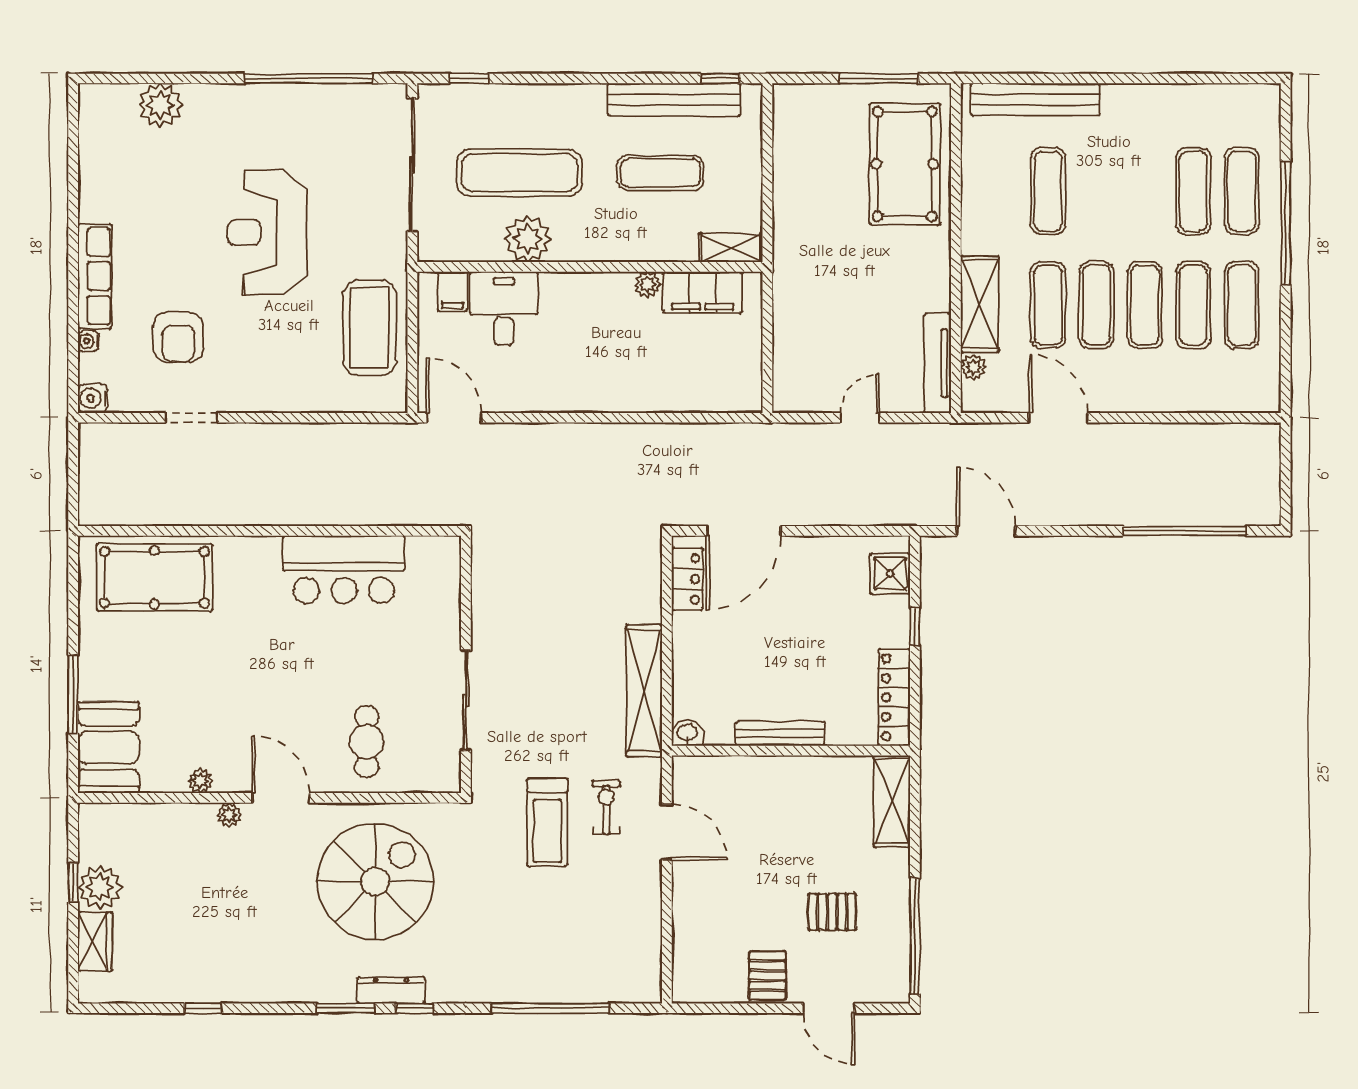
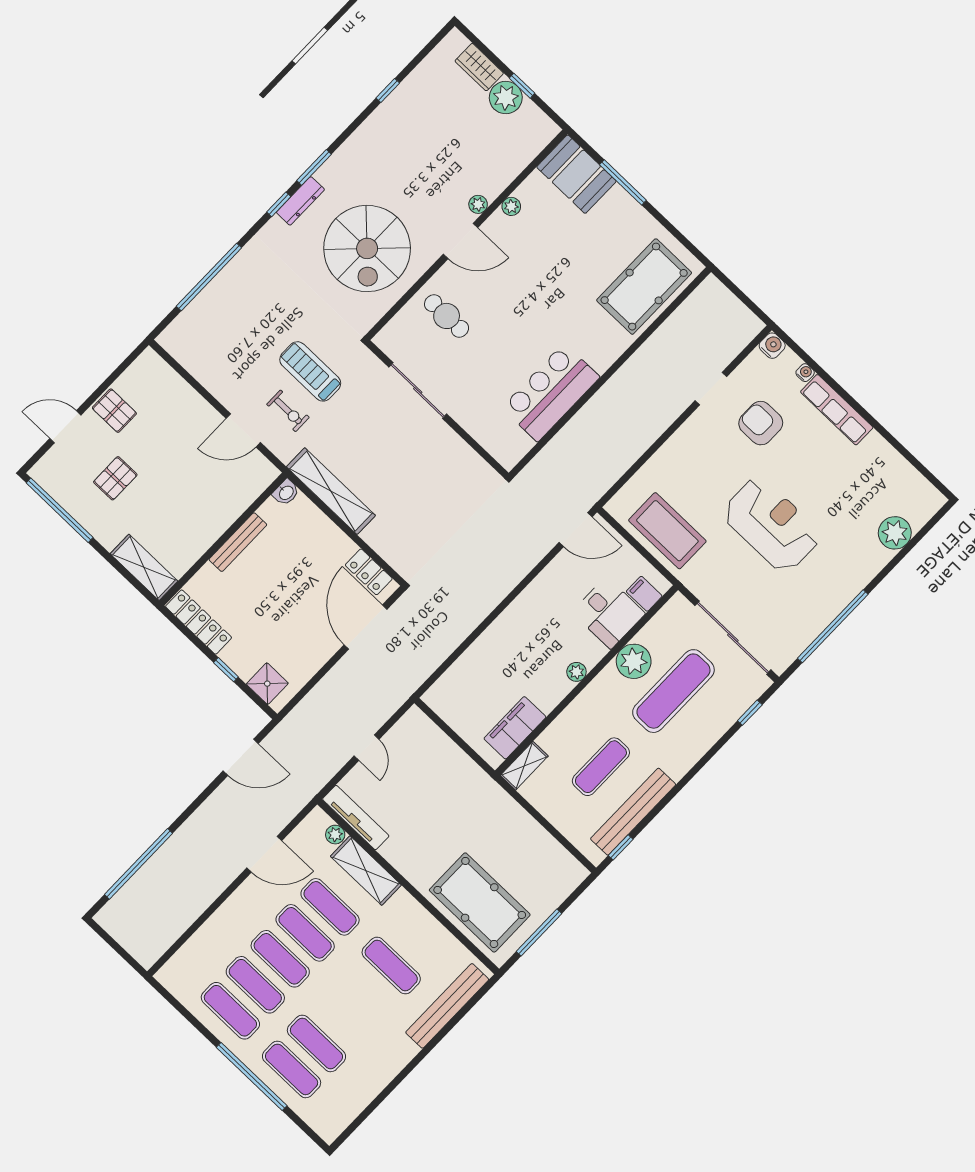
plant: (647, 285) -> (576, 672), moved

